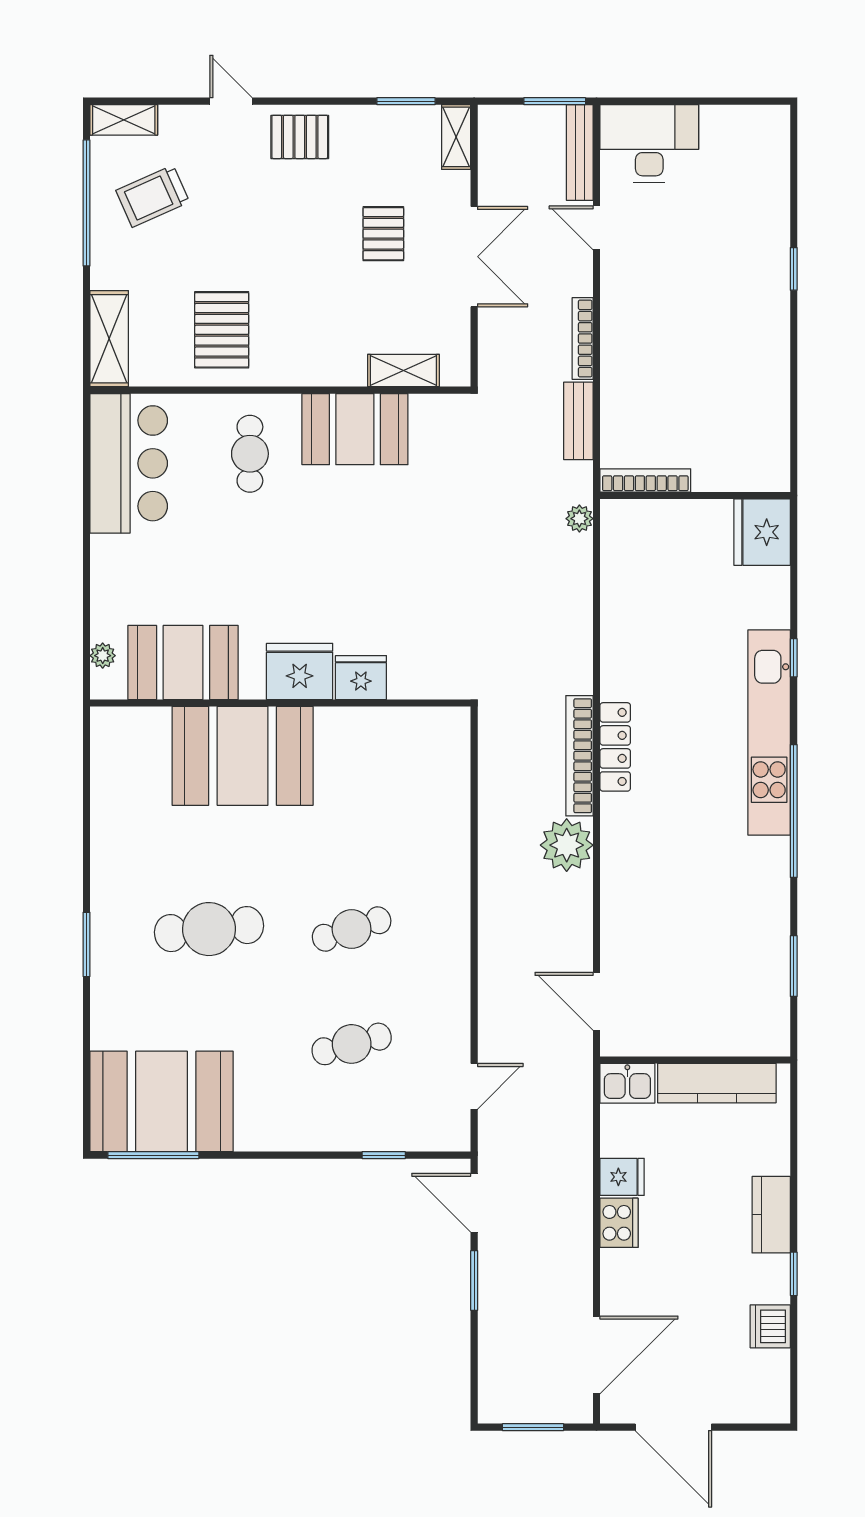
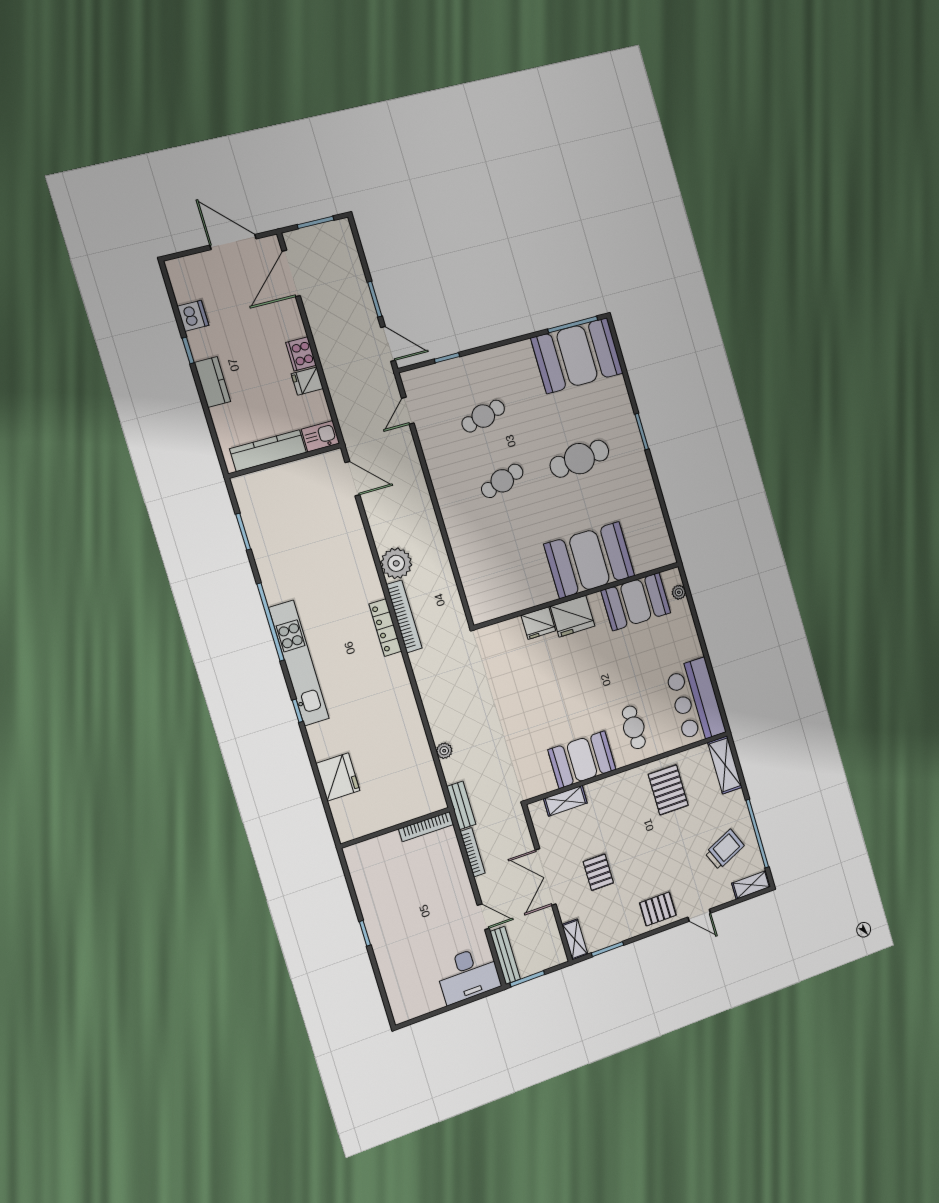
bookcase: (645, 480) -> (426, 827), moved
wall: (695, 496) -> (395, 828), moved

